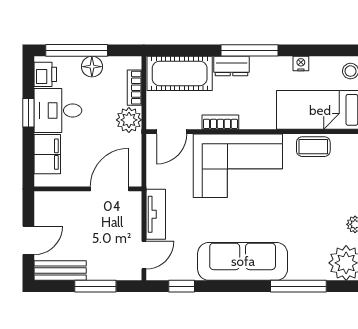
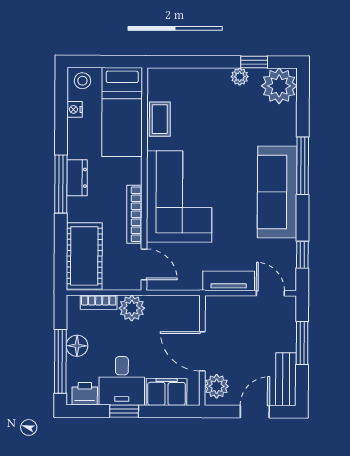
nightstand: (301, 64) -> (75, 109), moved
dresser: (232, 66) -> (77, 178), moved
bookcase: (220, 122) -> (134, 214), width x1.56
door: (110, 189) -> (202, 351), moved
plant: (53, 203) -> (217, 386), added
door: (28, 240) -> (255, 412), hinge flipped
window: (298, 286) -> (303, 166), moved

